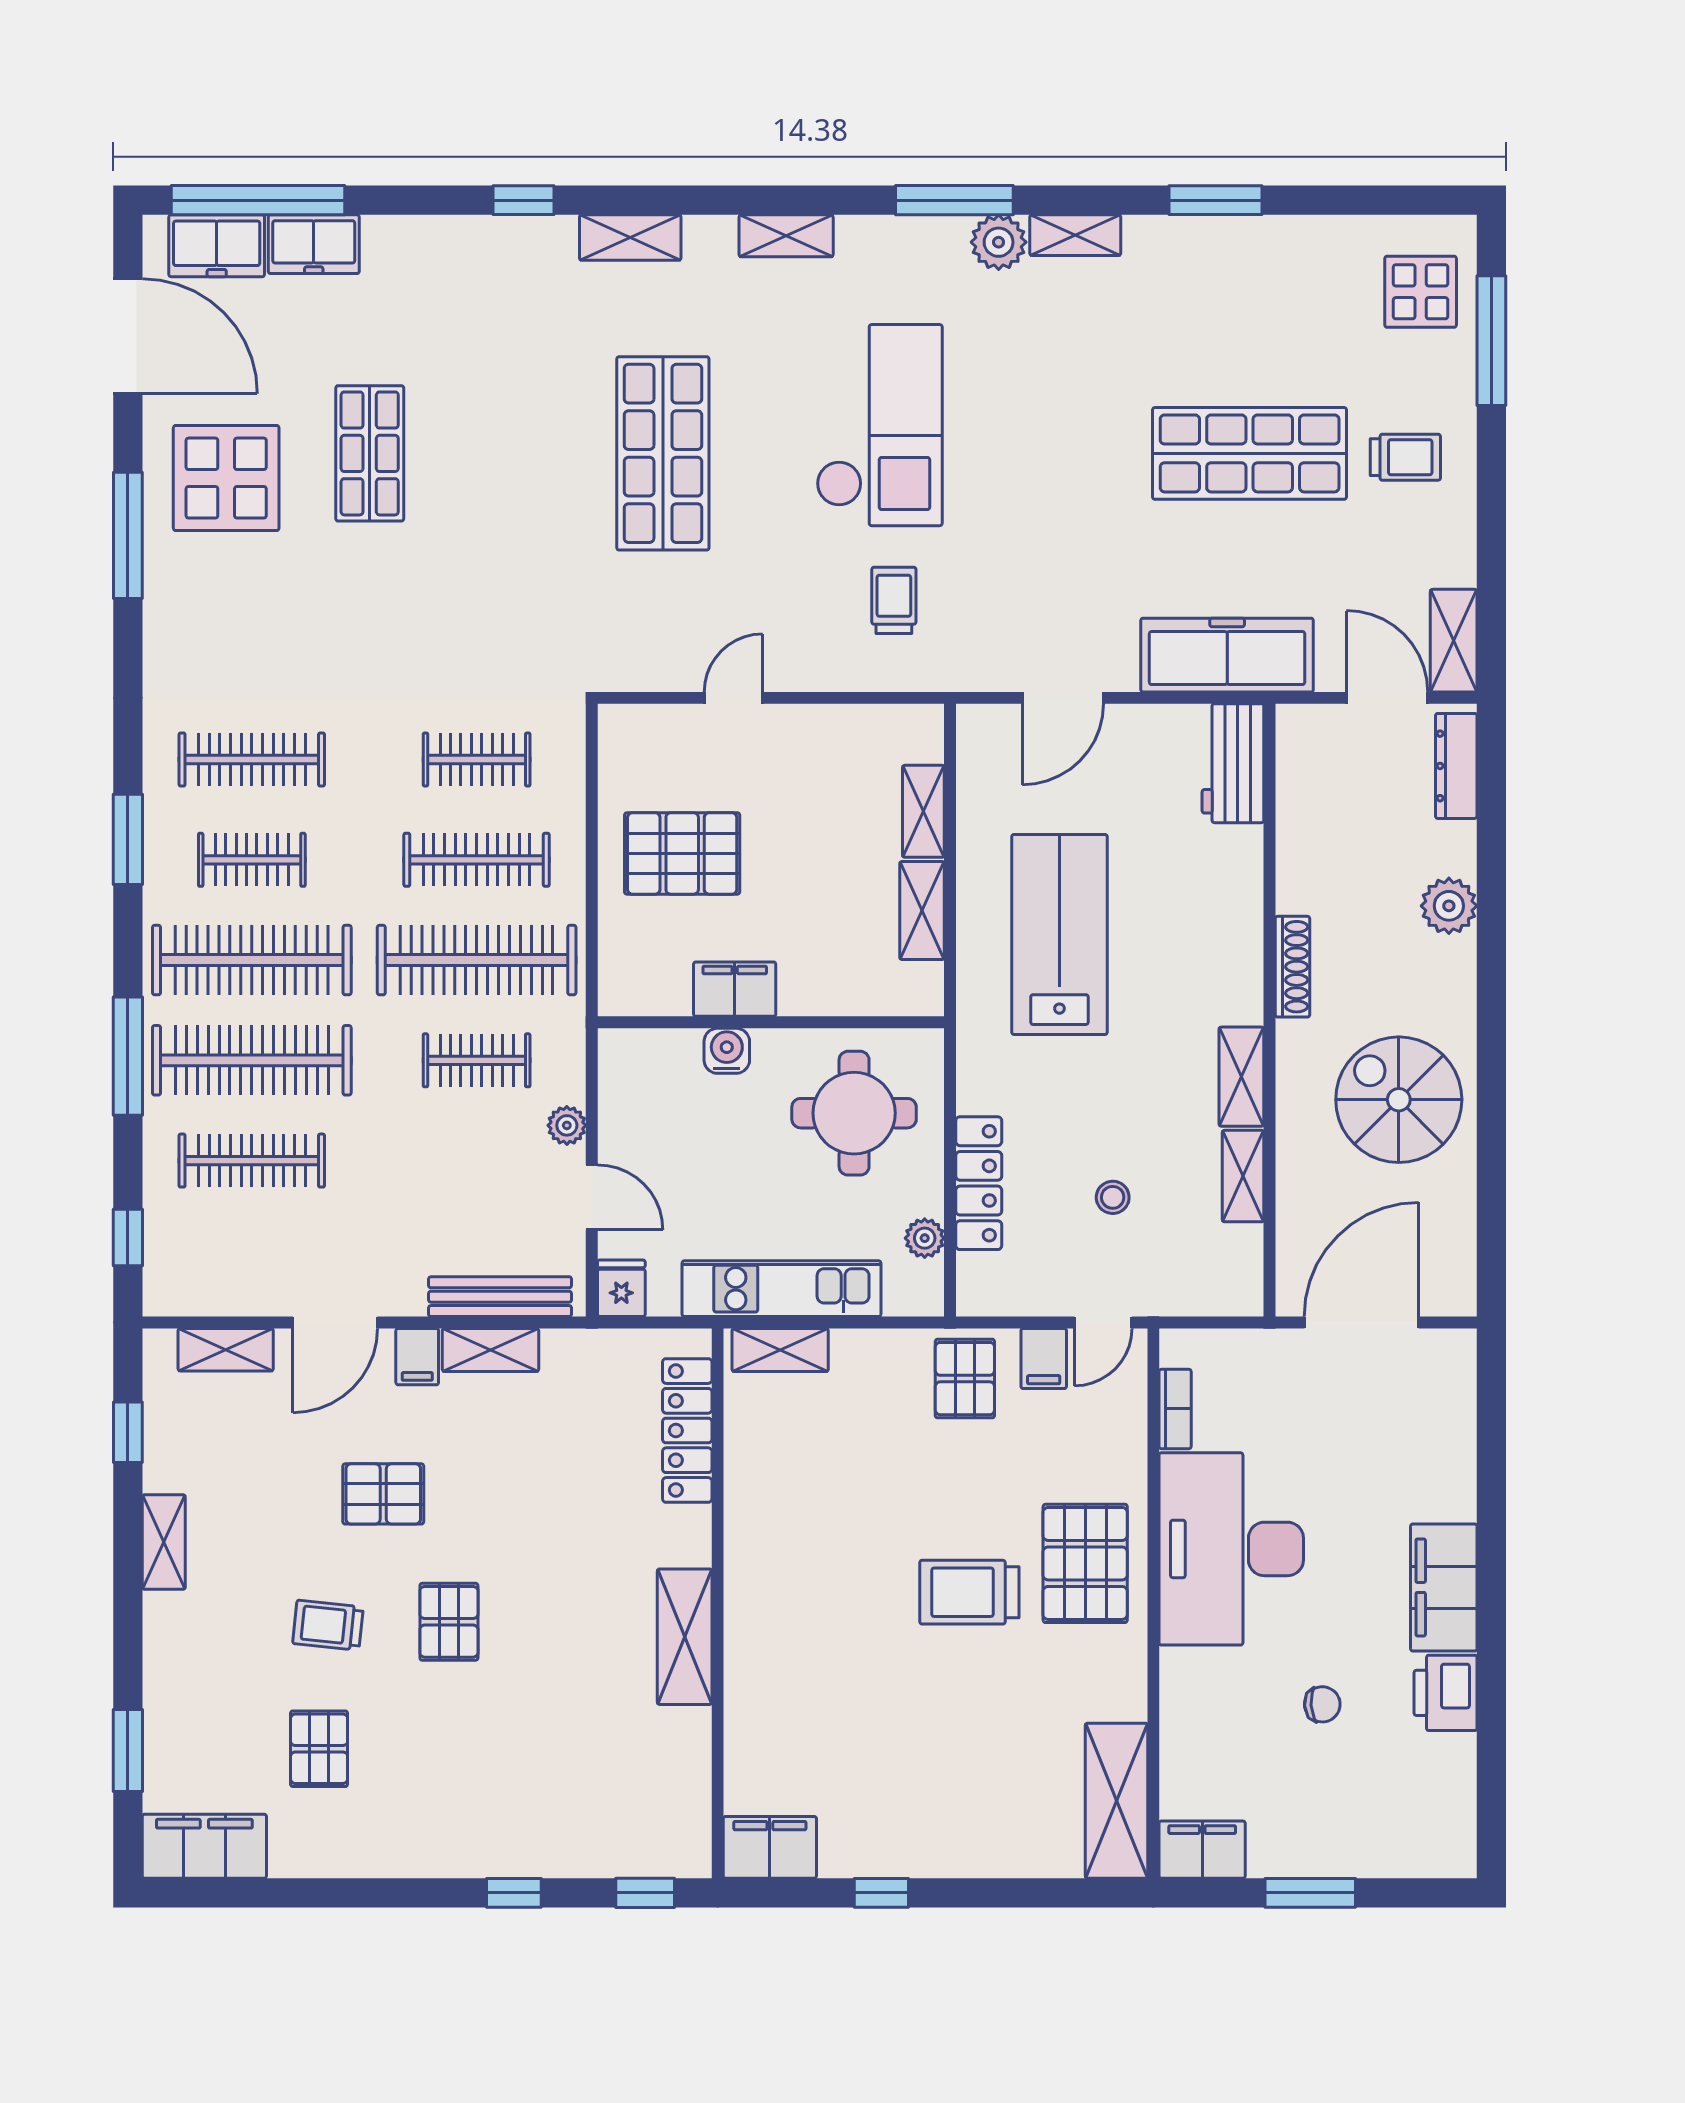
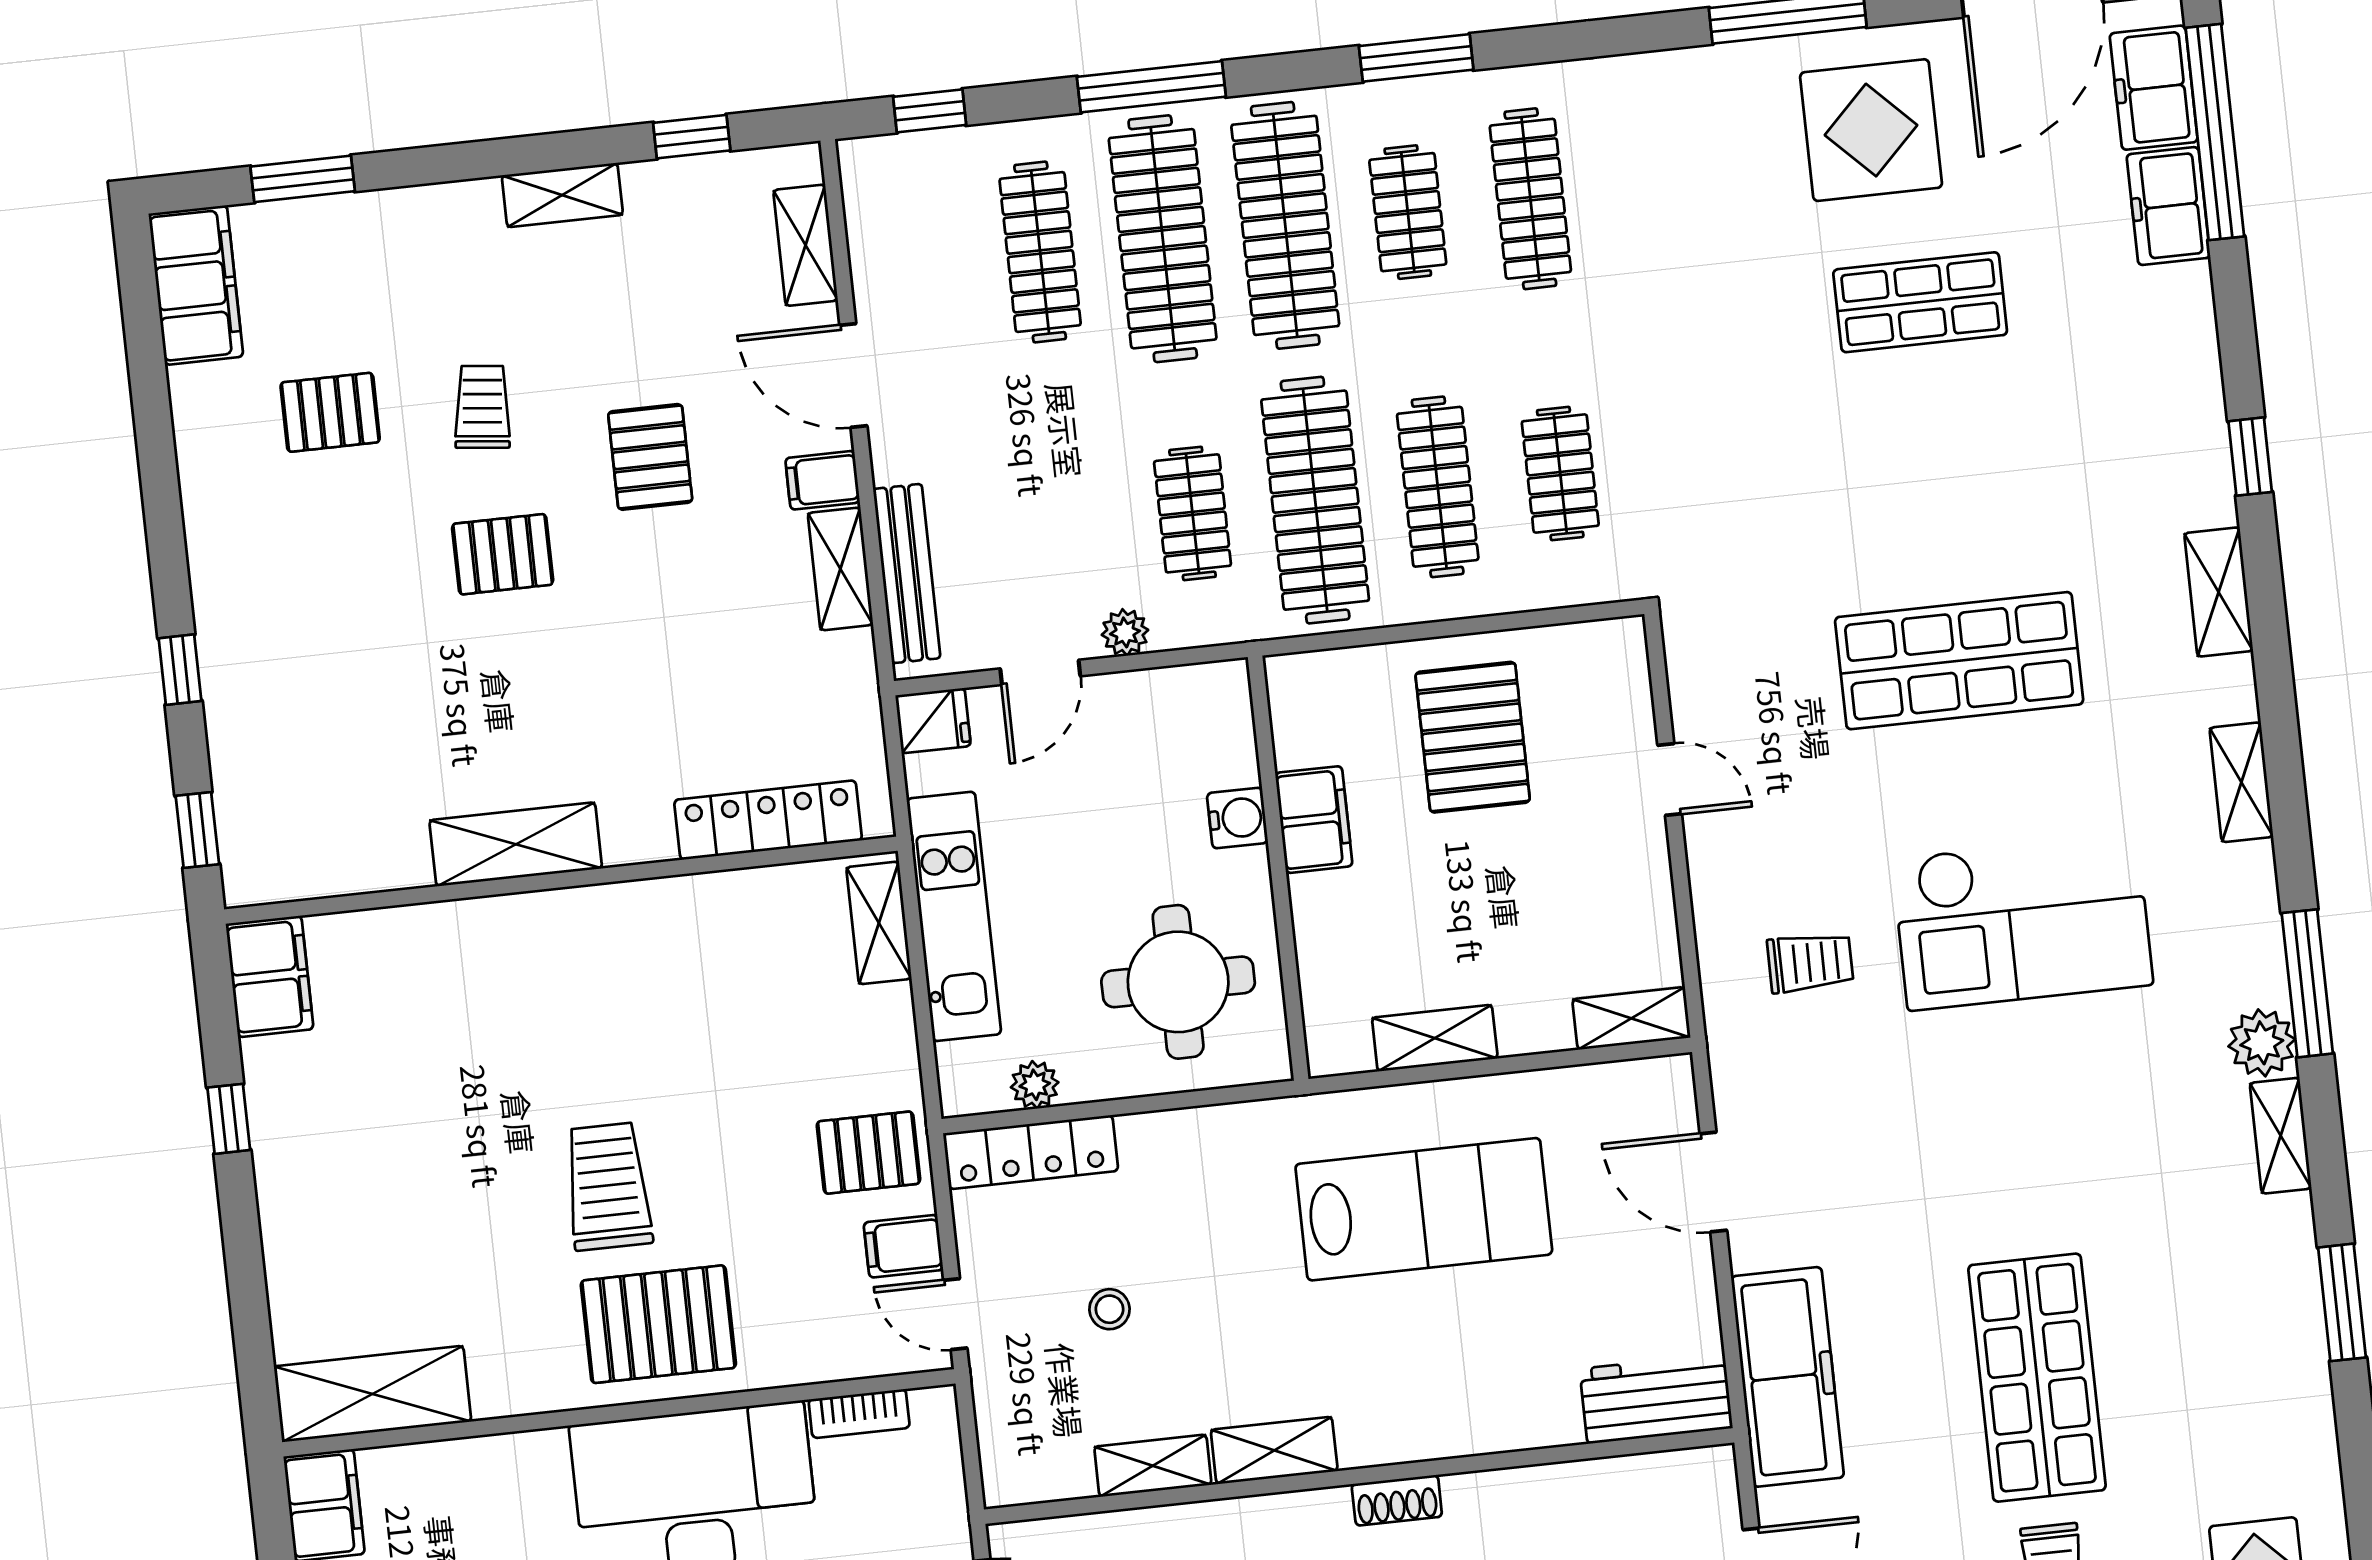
shelving: (923, 811) -> (1631, 1018), moved
shoe rack: (1293, 967) -> (1397, 1500), width x0.70
locker: (979, 1183) -> (1031, 1152), moved

